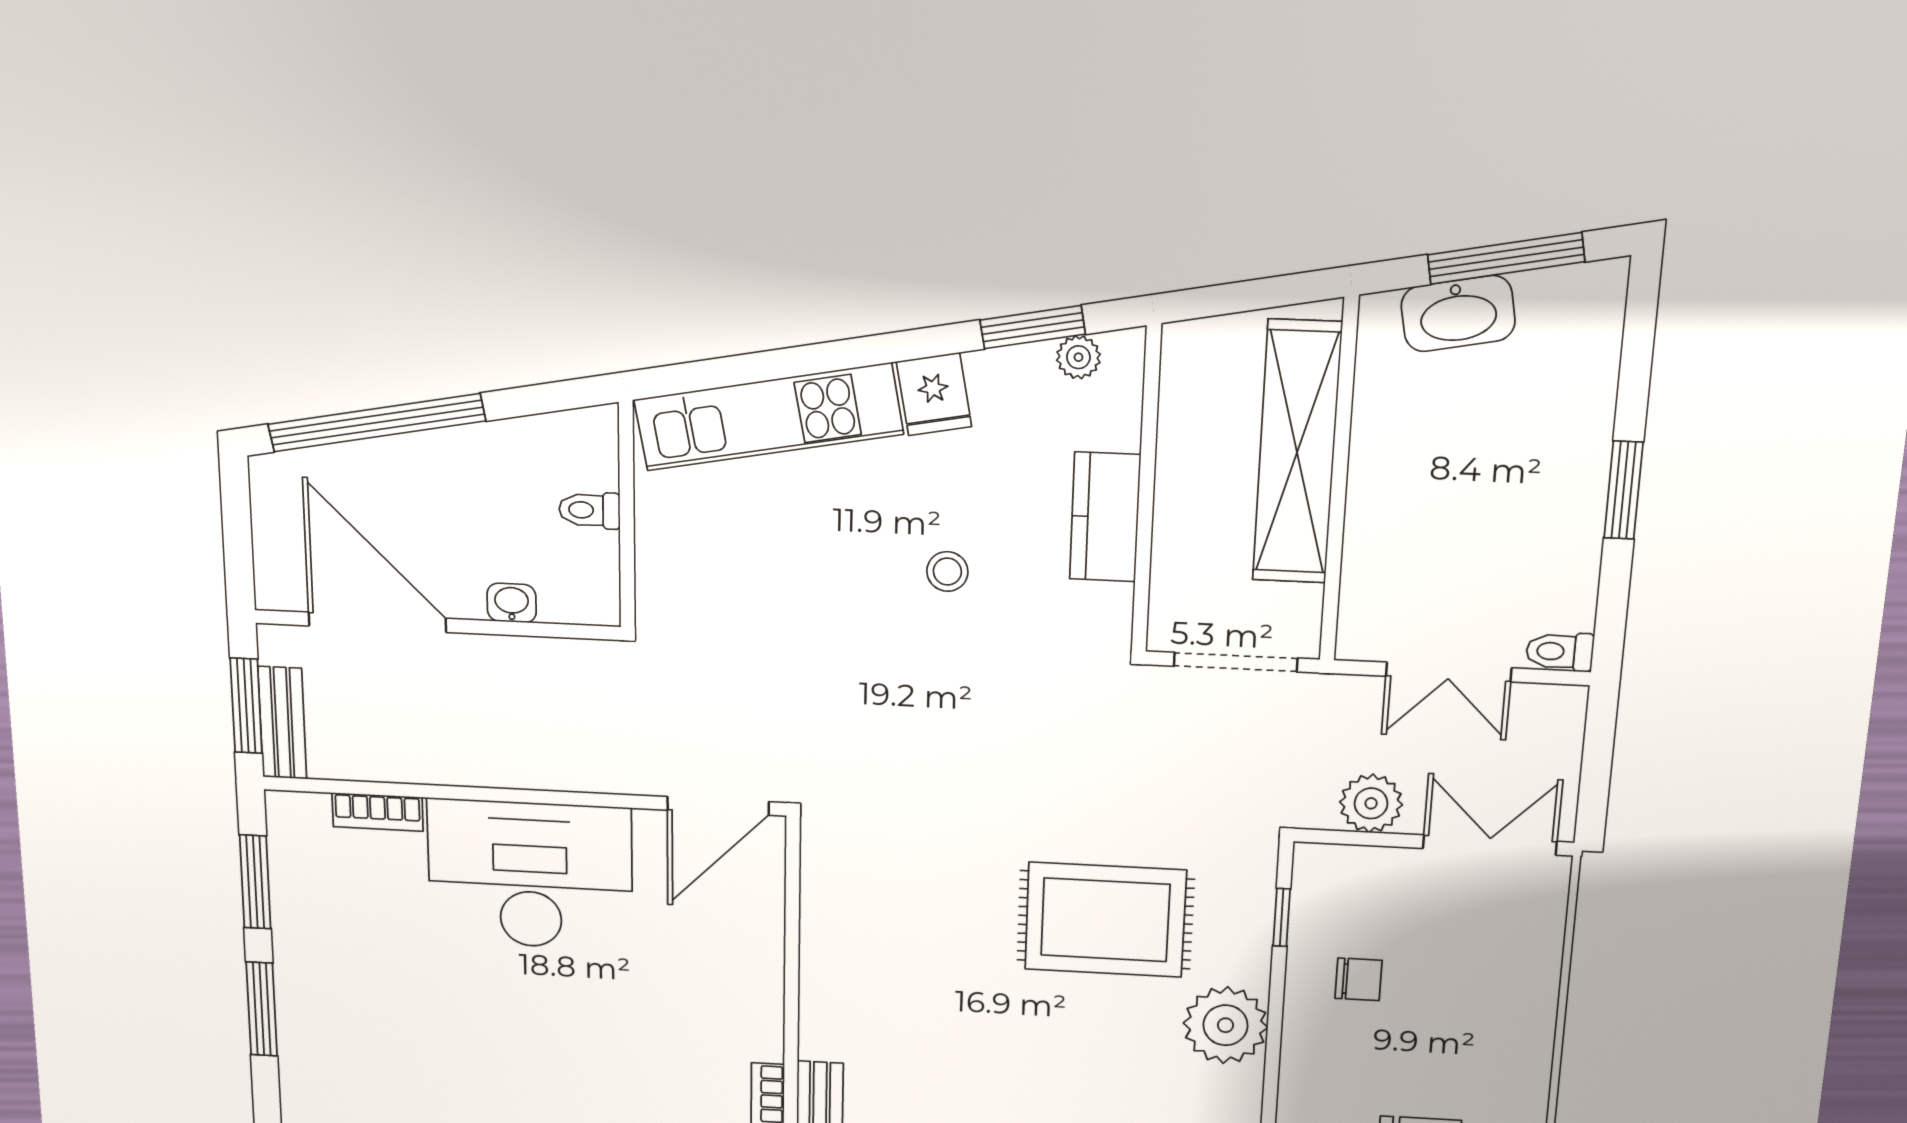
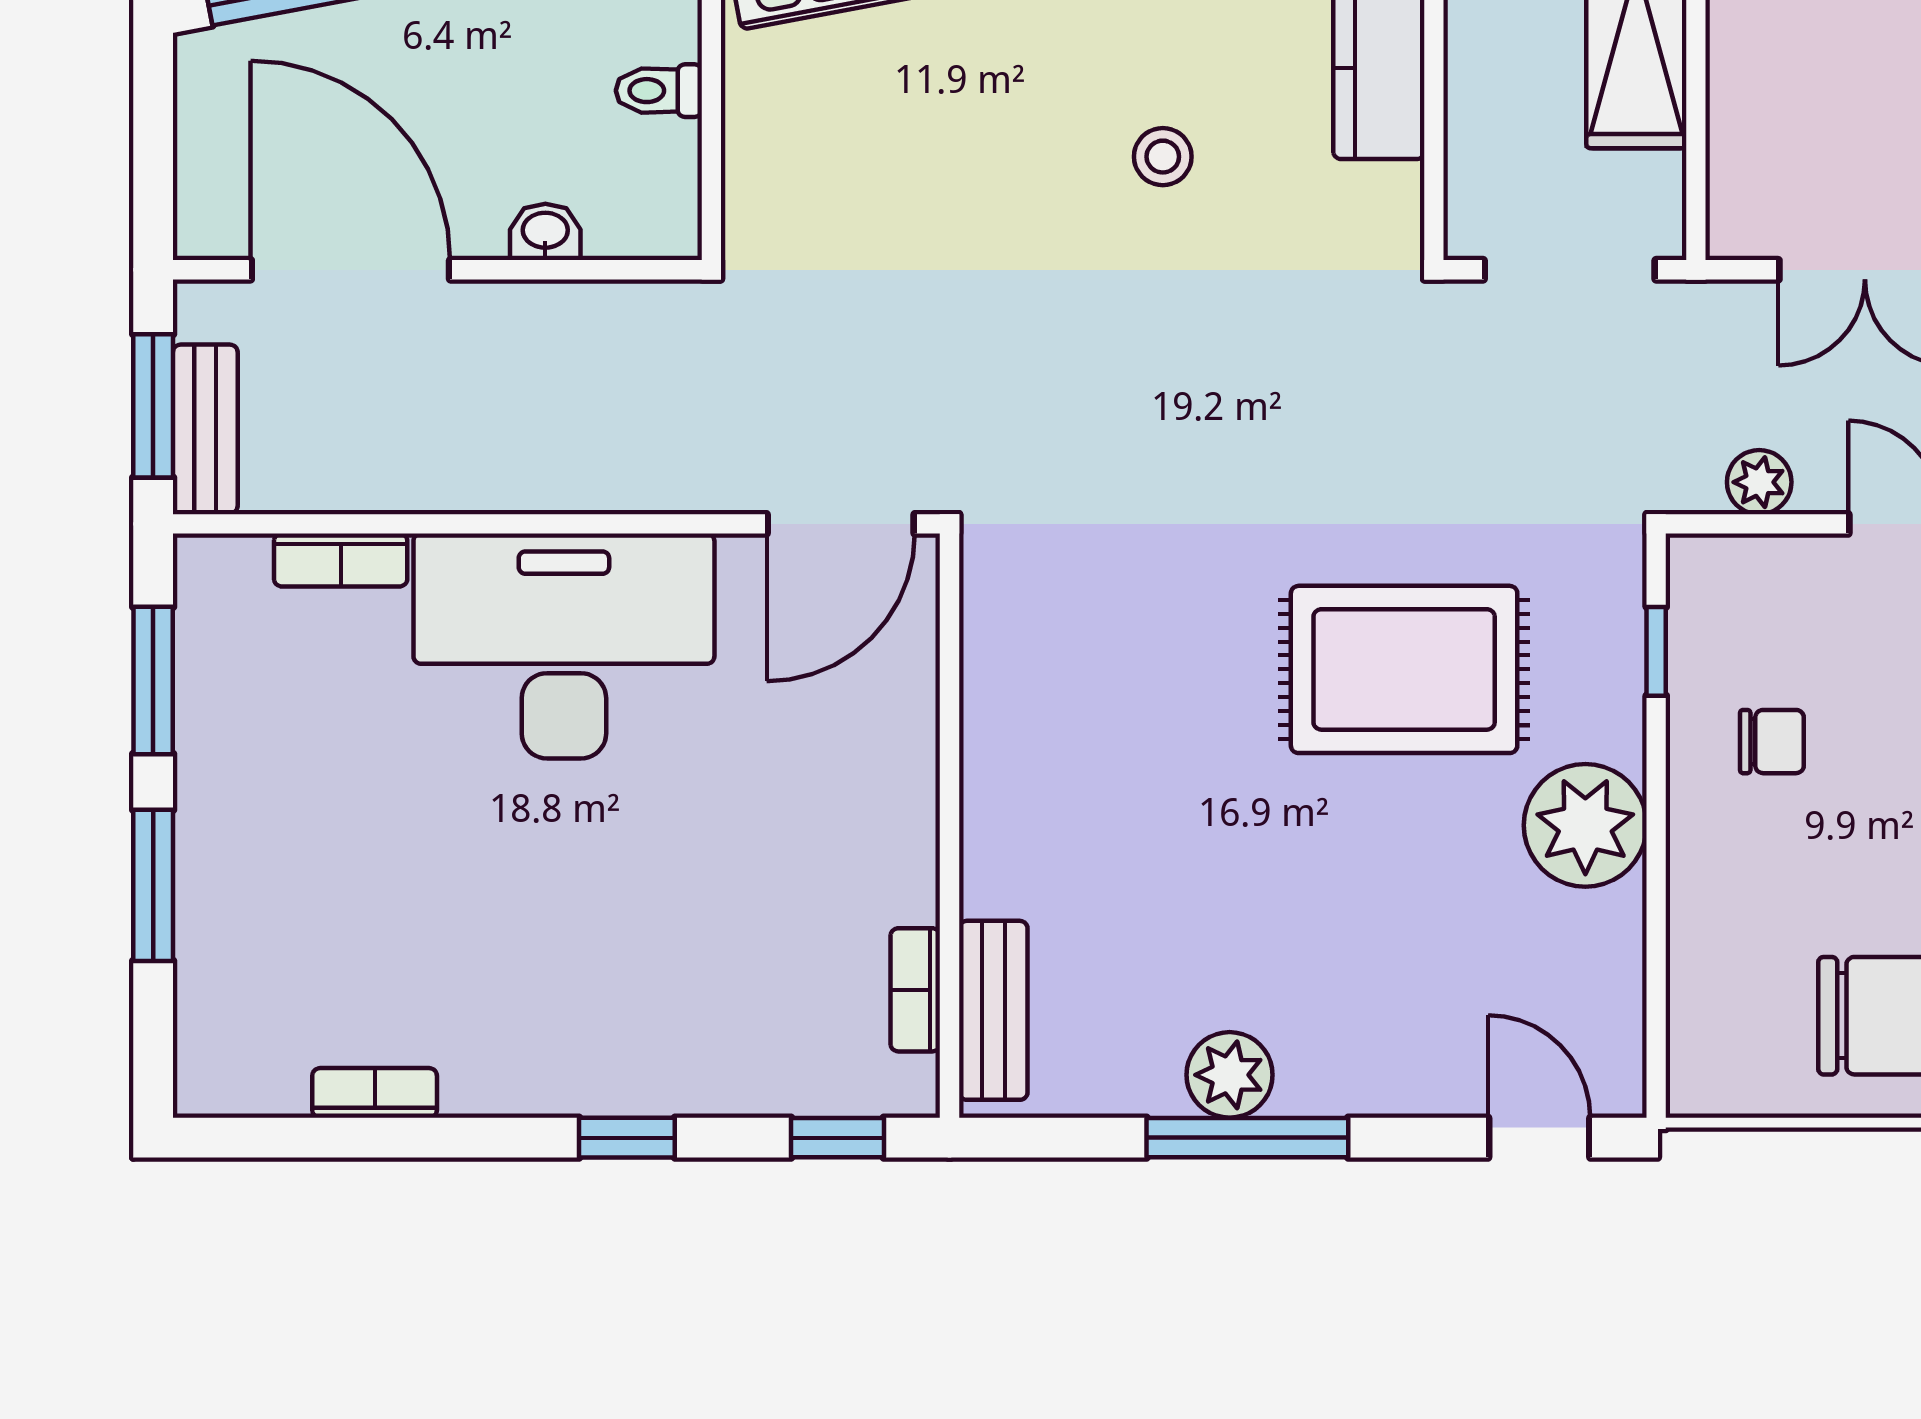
plant: (1371, 803) -> (1759, 482), width x0.73, depth x0.73

